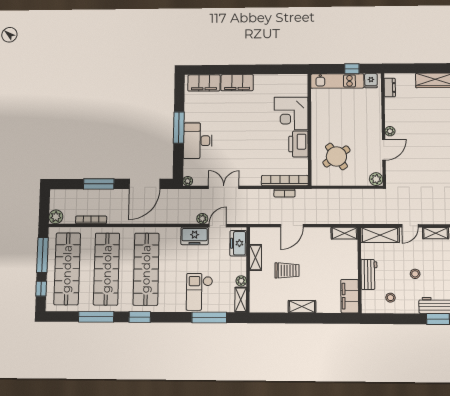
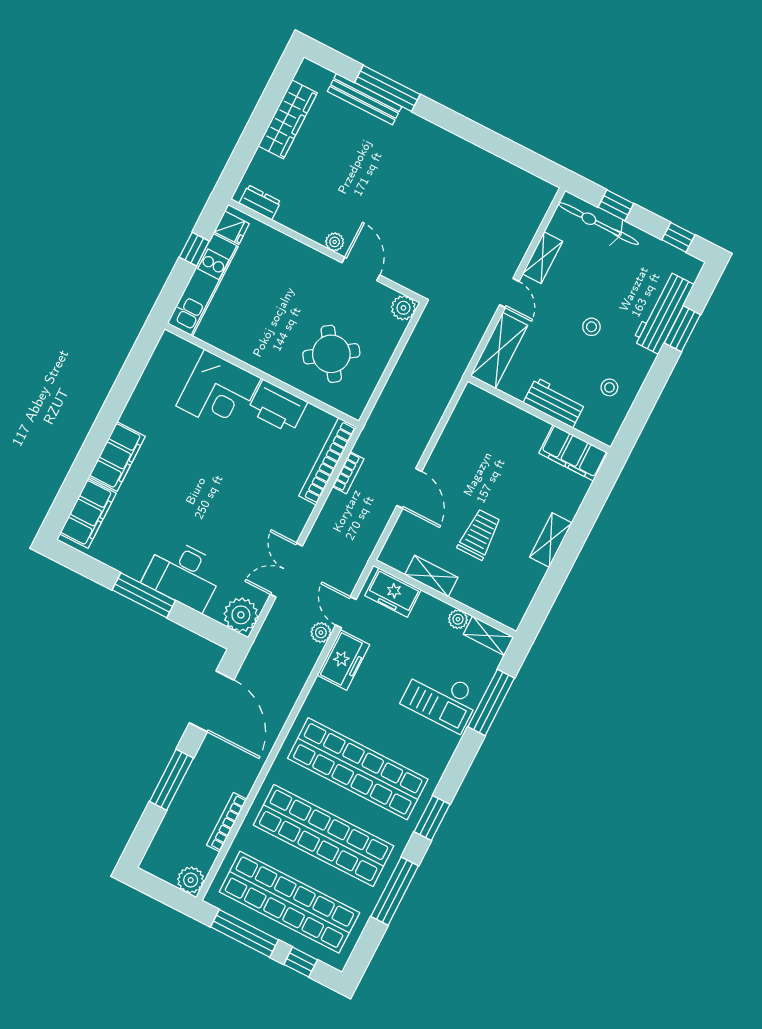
plant: (188, 181) -> (241, 615), width x1.87, depth x1.87
shelving: (344, 233) -> (466, 408), removed

